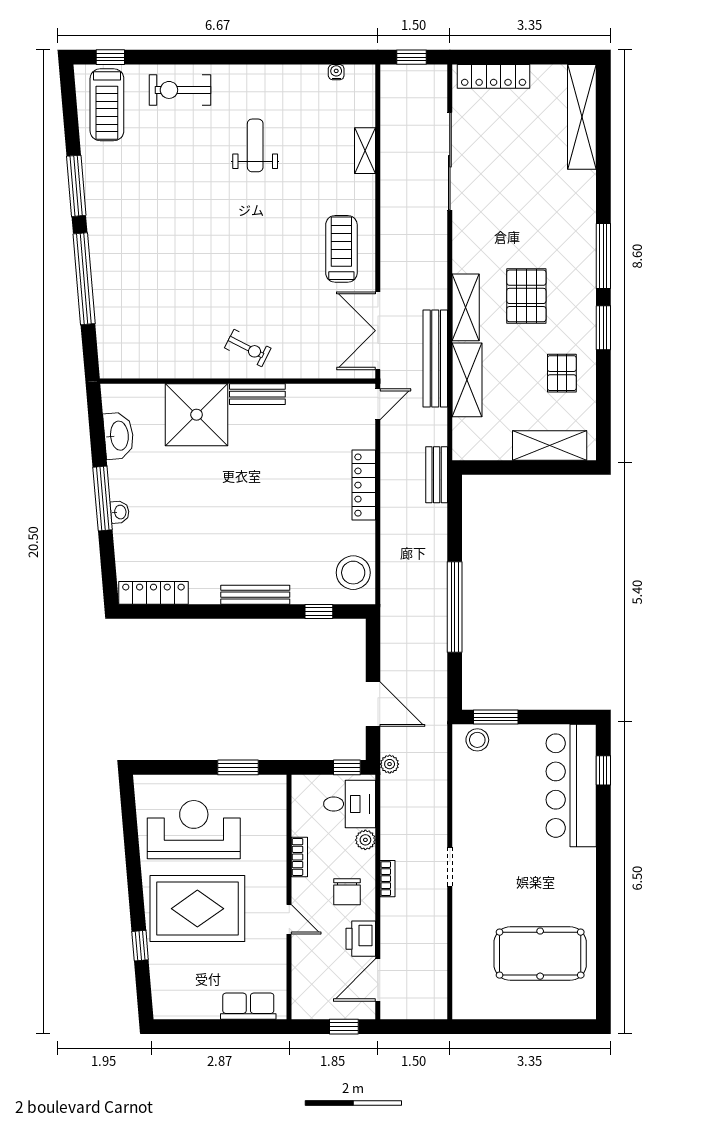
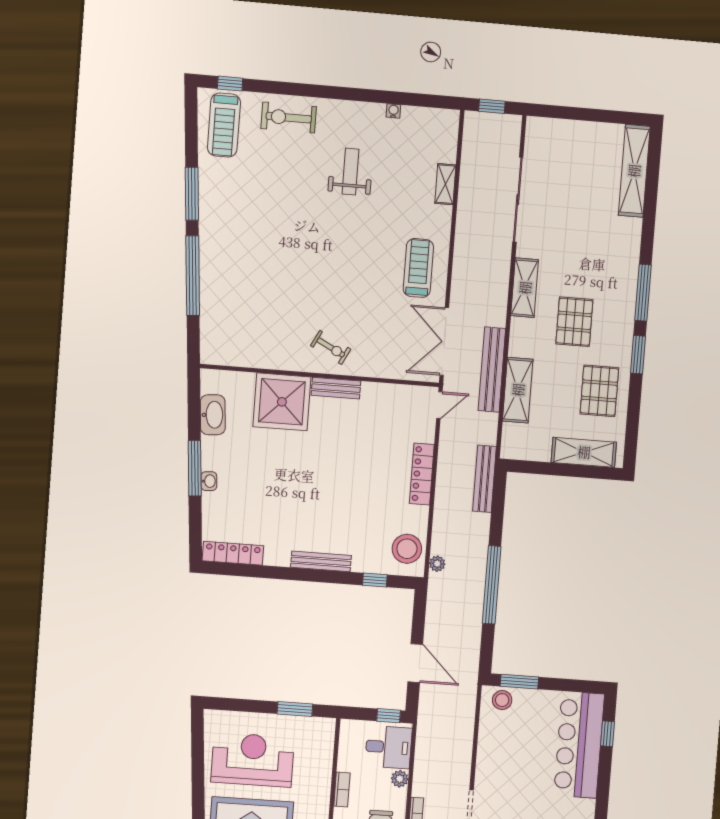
water cooler: (336, 72) -> (393, 111), moved
locker: (494, 76) -> (561, 129), removed
shelving: (466, 307) -> (525, 288), moved
pallet: (562, 373) -> (599, 391), width x1.50, depth x1.42
bench: (437, 475) -> (485, 479), width x1.36
plant: (390, 764) -> (437, 564), moved

